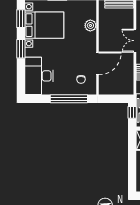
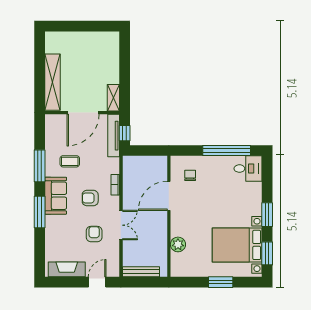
desk: (39, 76) -> (248, 169), width x0.53, depth x0.77
window: (69, 99) -> (227, 150), moved

